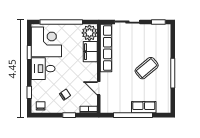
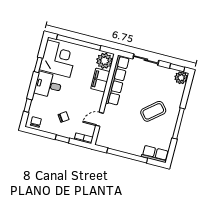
plant: (164, 30) -> (181, 78), added
door: (99, 88) -> (99, 119), hinge flipped
row of seats: (144, 107) -> (155, 154), moved

